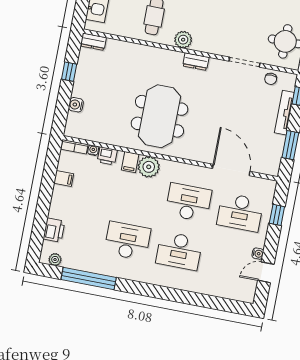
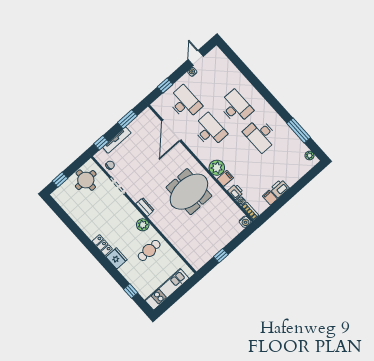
dresser: (93, 42) -> (194, 262), removed
water cooler: (76, 105) -> (245, 222), moved
desk: (188, 202) -> (210, 131), turned 180
printer: (54, 230) -> (280, 189), moved
door: (266, 272) -> (196, 58), swing flipped
window: (89, 278) -> (299, 130), width x0.68

